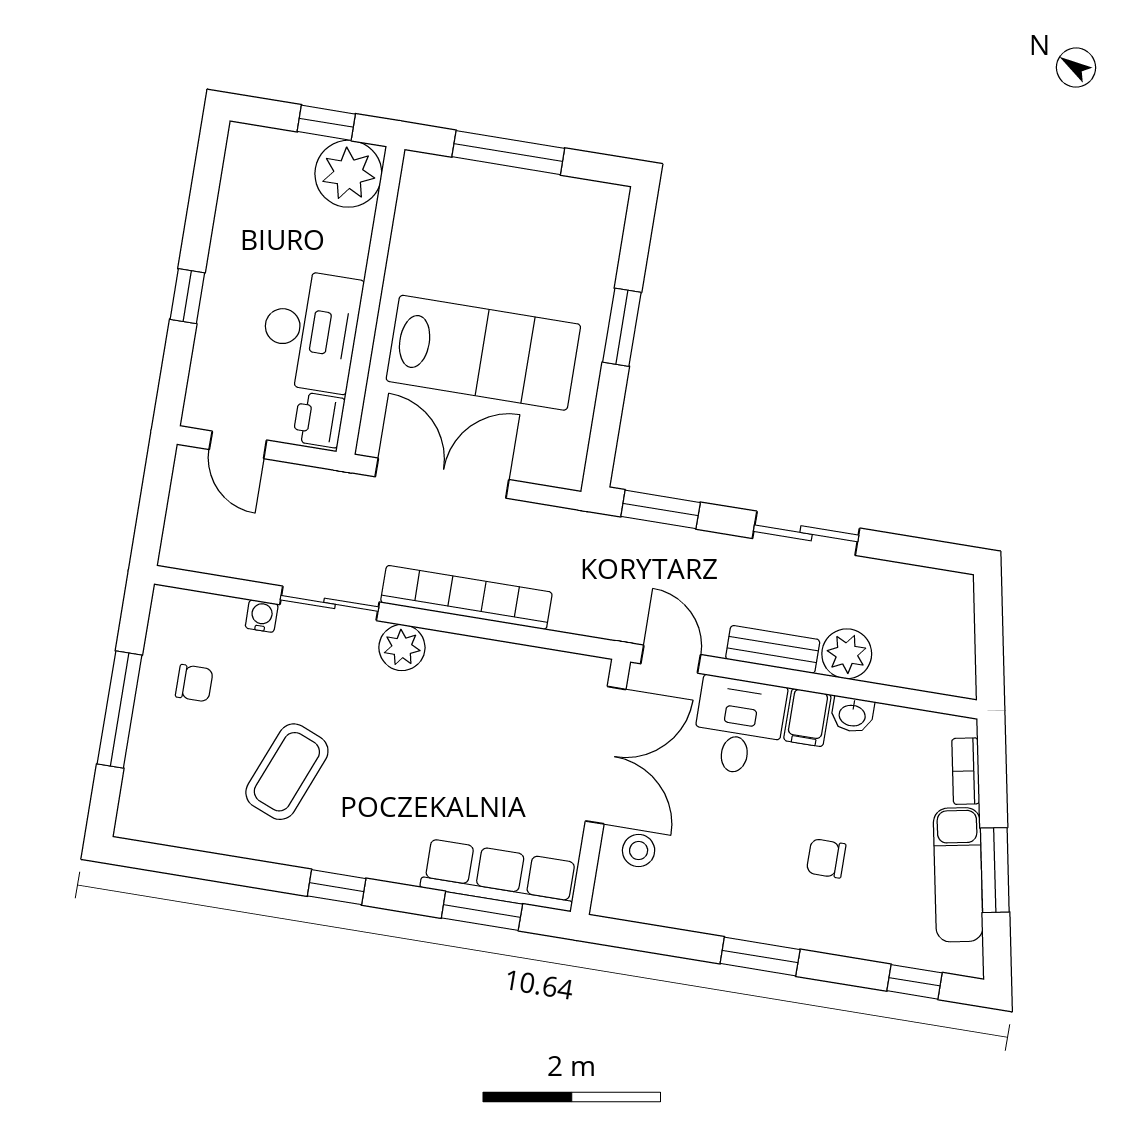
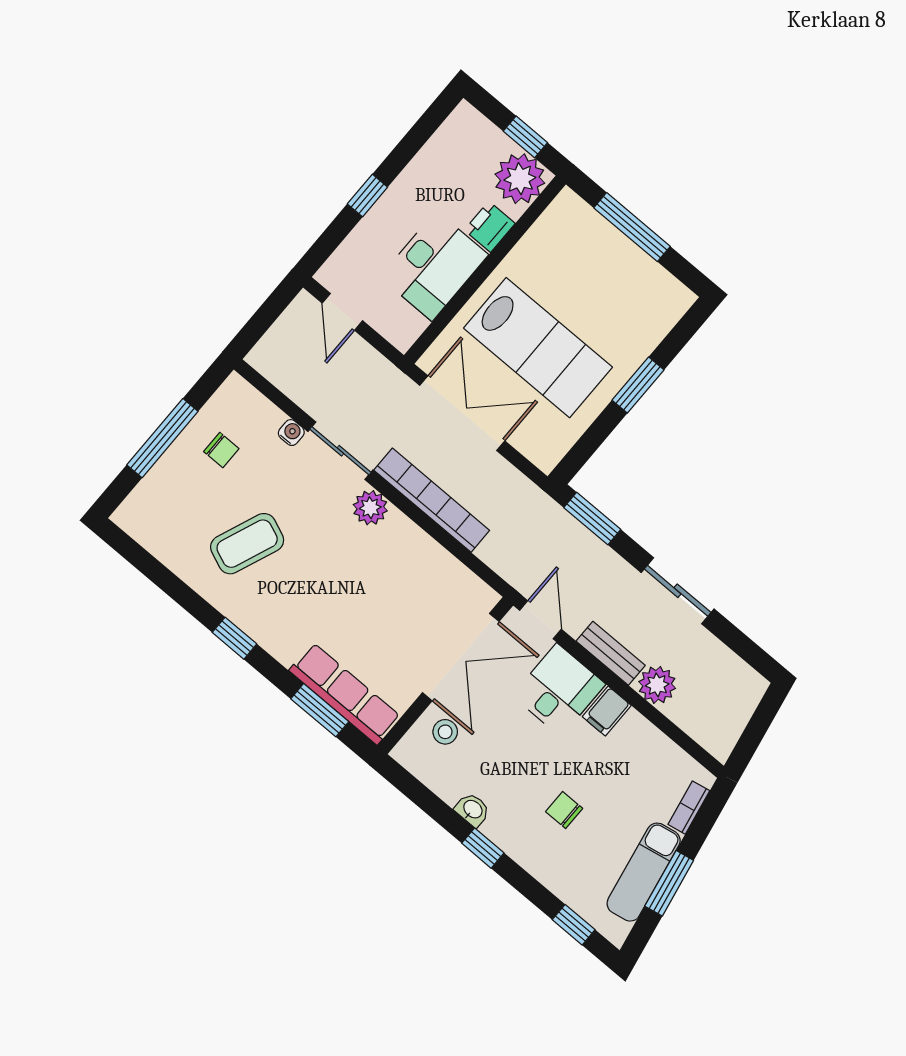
printer: (319, 420) -> (490, 227), moved
washbasin: (852, 715) -> (472, 810), moved, turned 180
window: (760, 957) -> (483, 848), width x0.67

